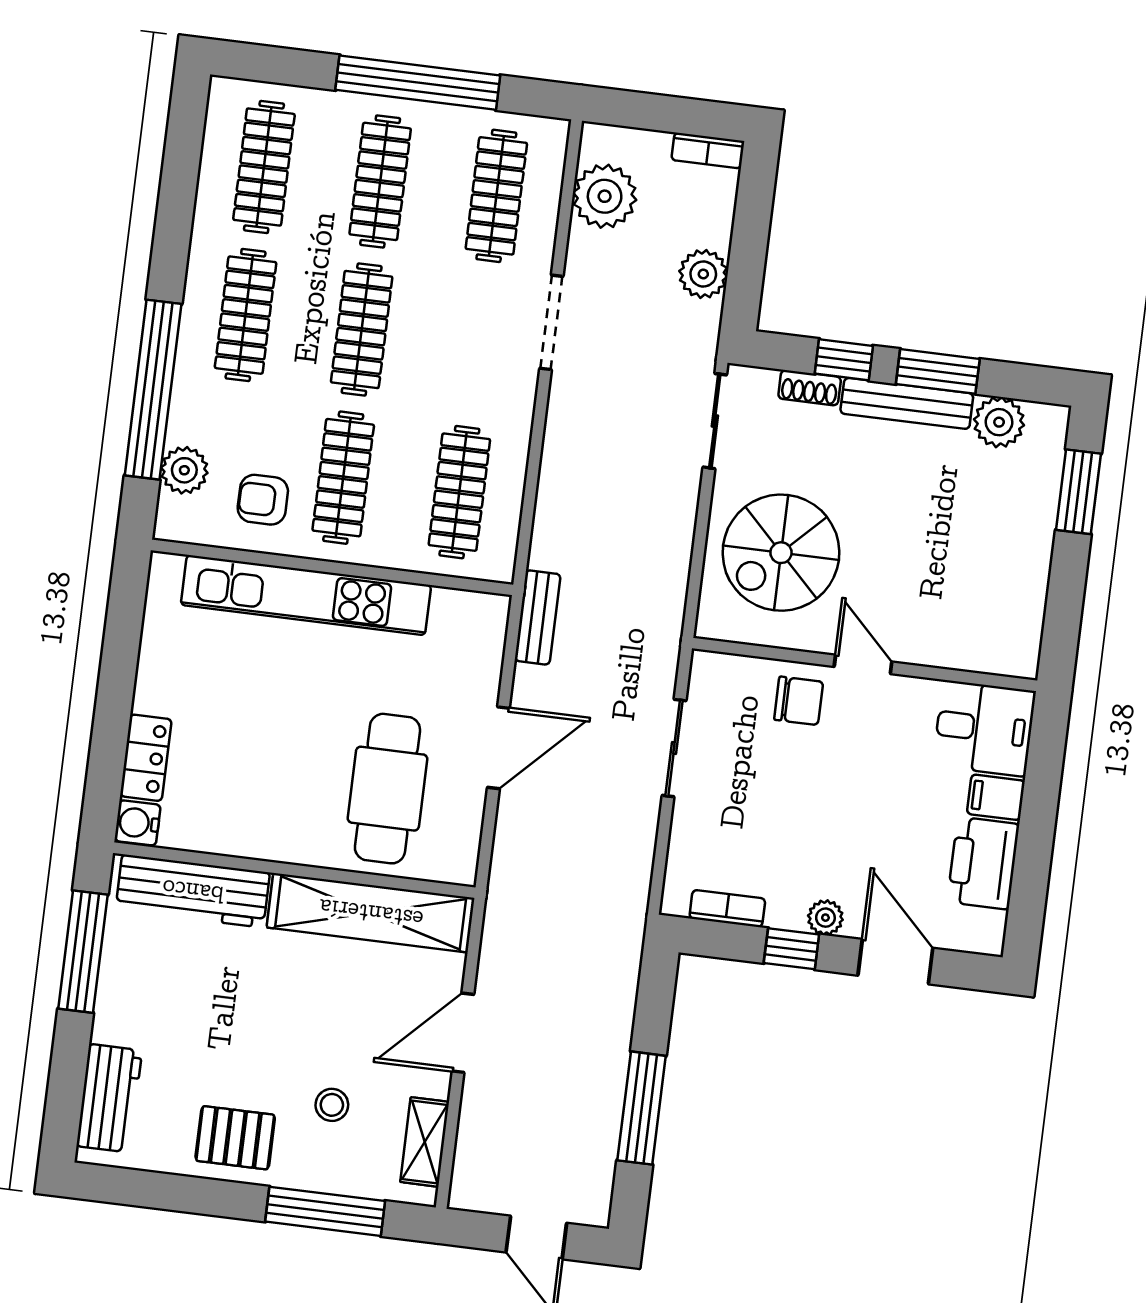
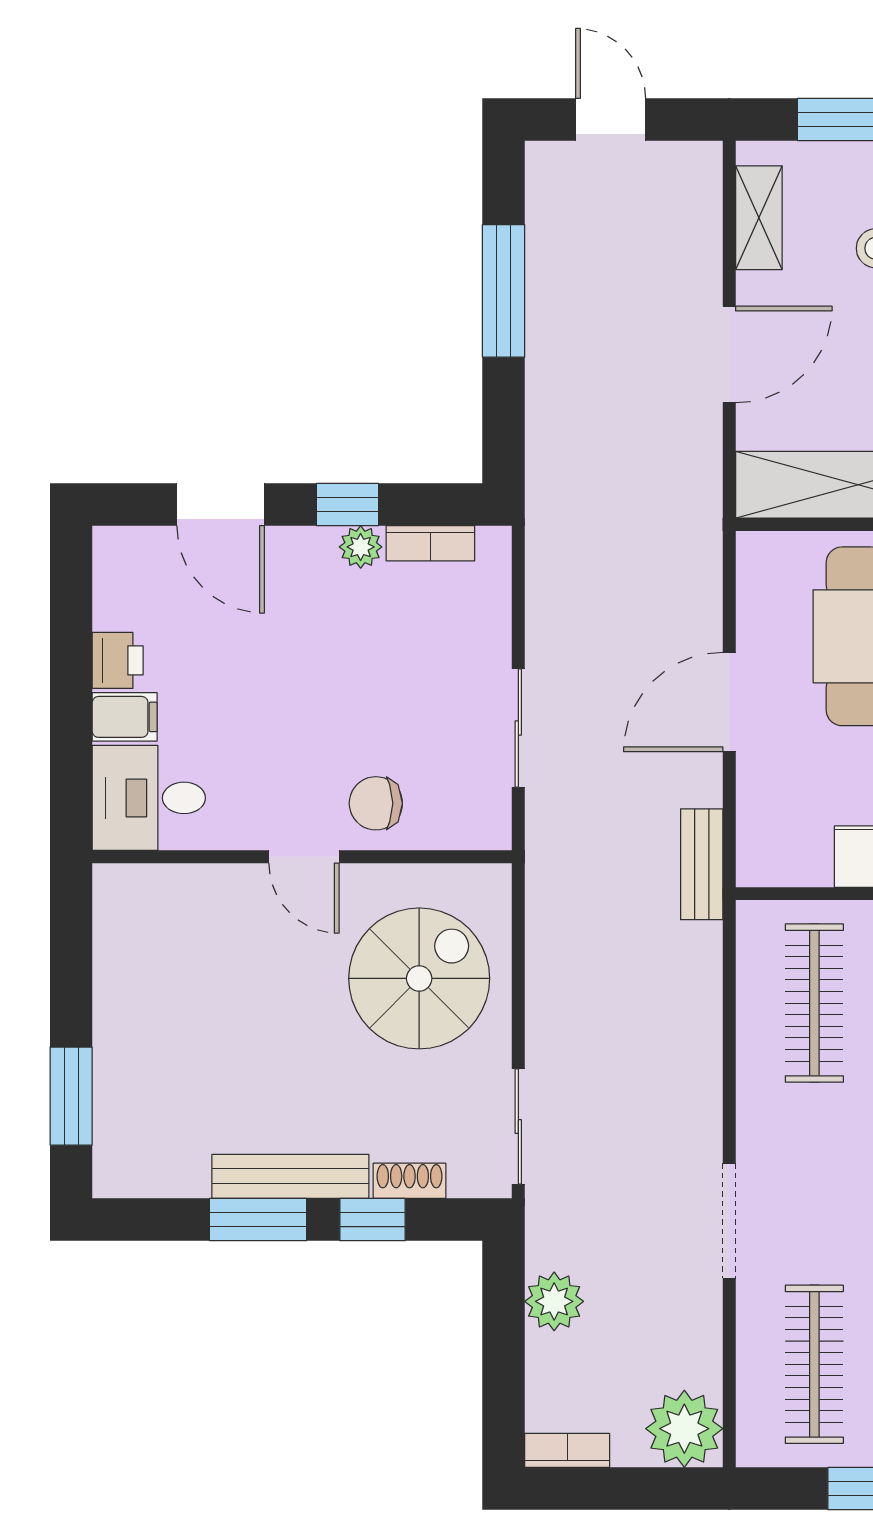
plant: (605, 196) -> (684, 1429), moved
plant: (999, 422) -> (177, 1168), removed
printer: (983, 863) -> (118, 660), width x0.53, depth x0.68
plant: (825, 918) -> (361, 547), moved

